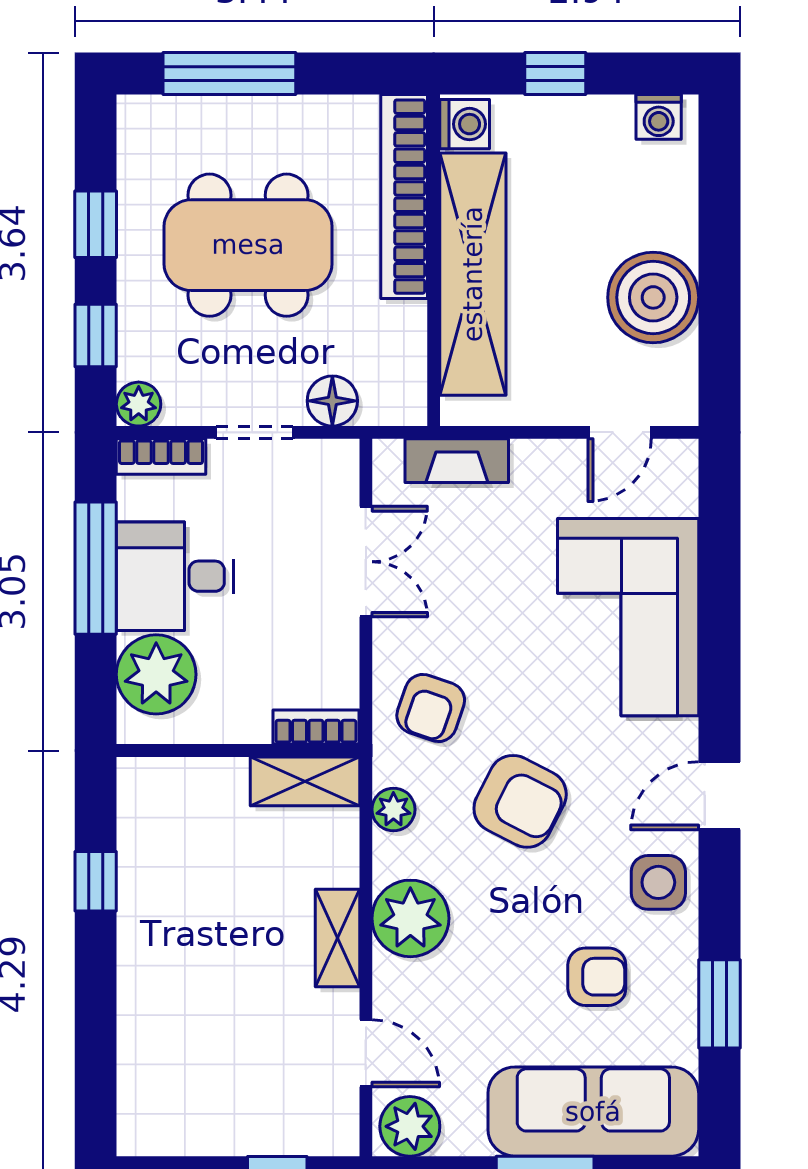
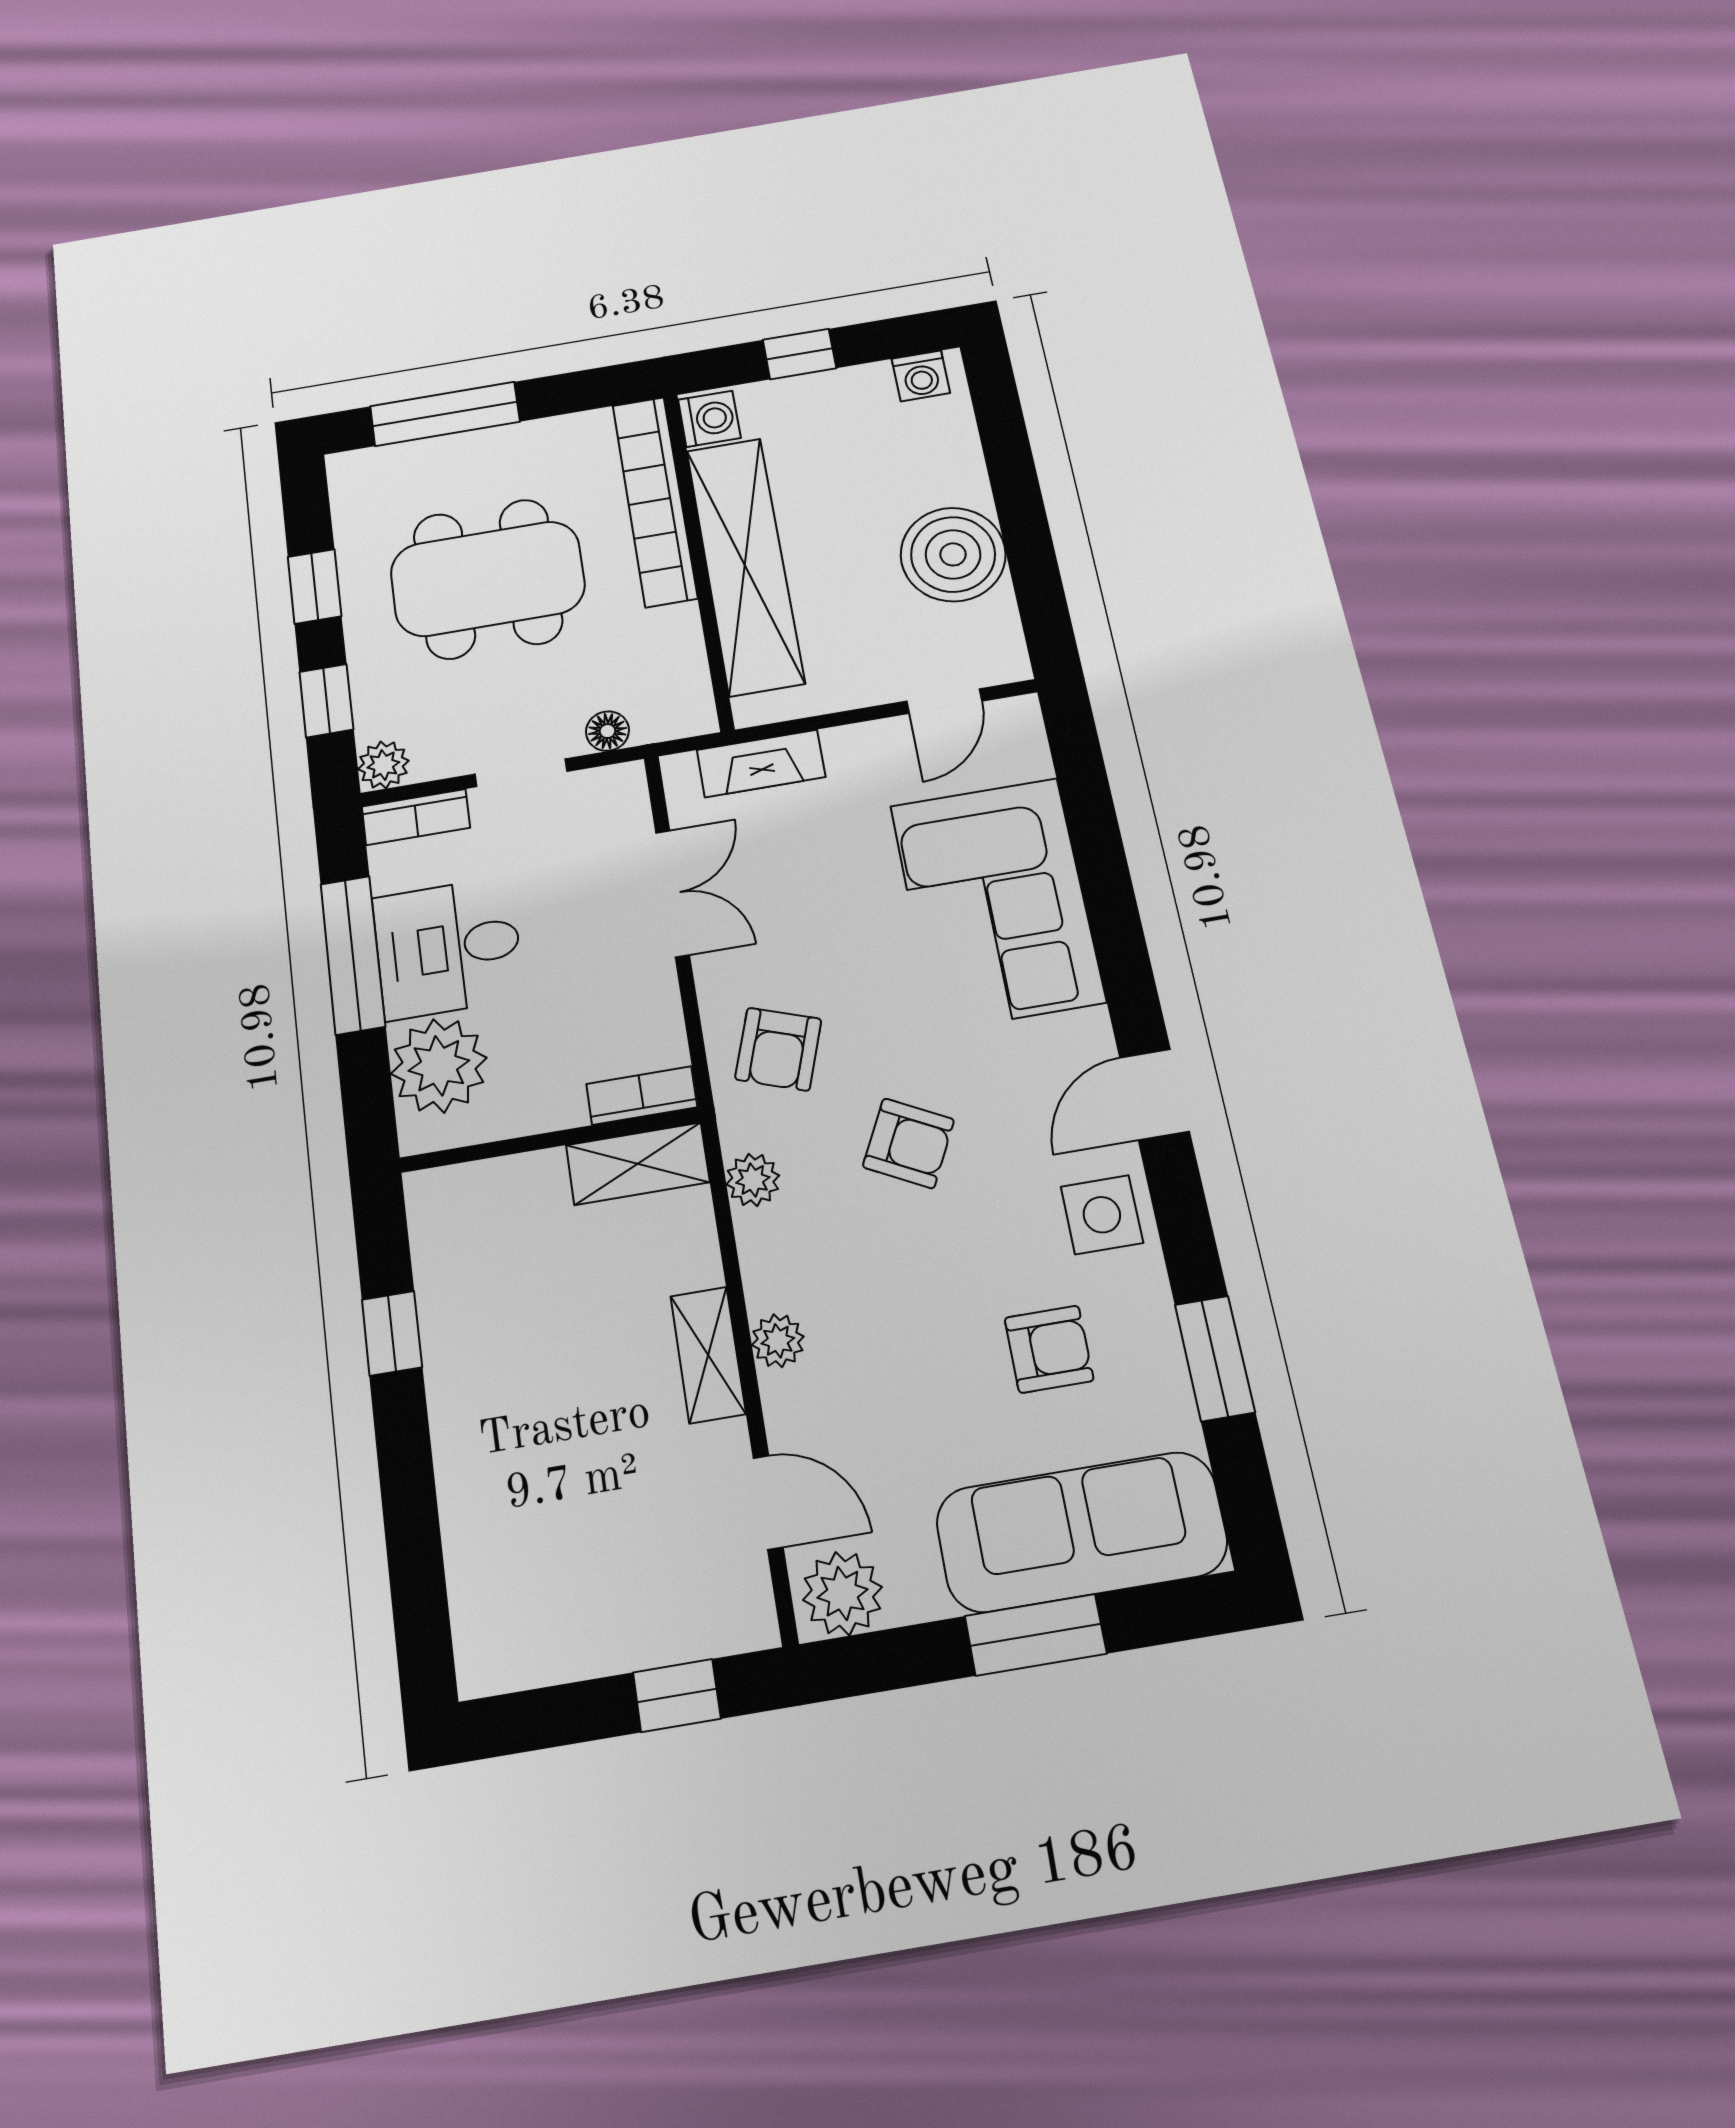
floor lamp: (332, 401) -> (607, 731), width x0.73, depth x0.73
armchair: (520, 801) -> (908, 1143), width x0.72, depth x0.72
plant: (410, 918) -> (778, 1341), width x0.53, depth x0.53

